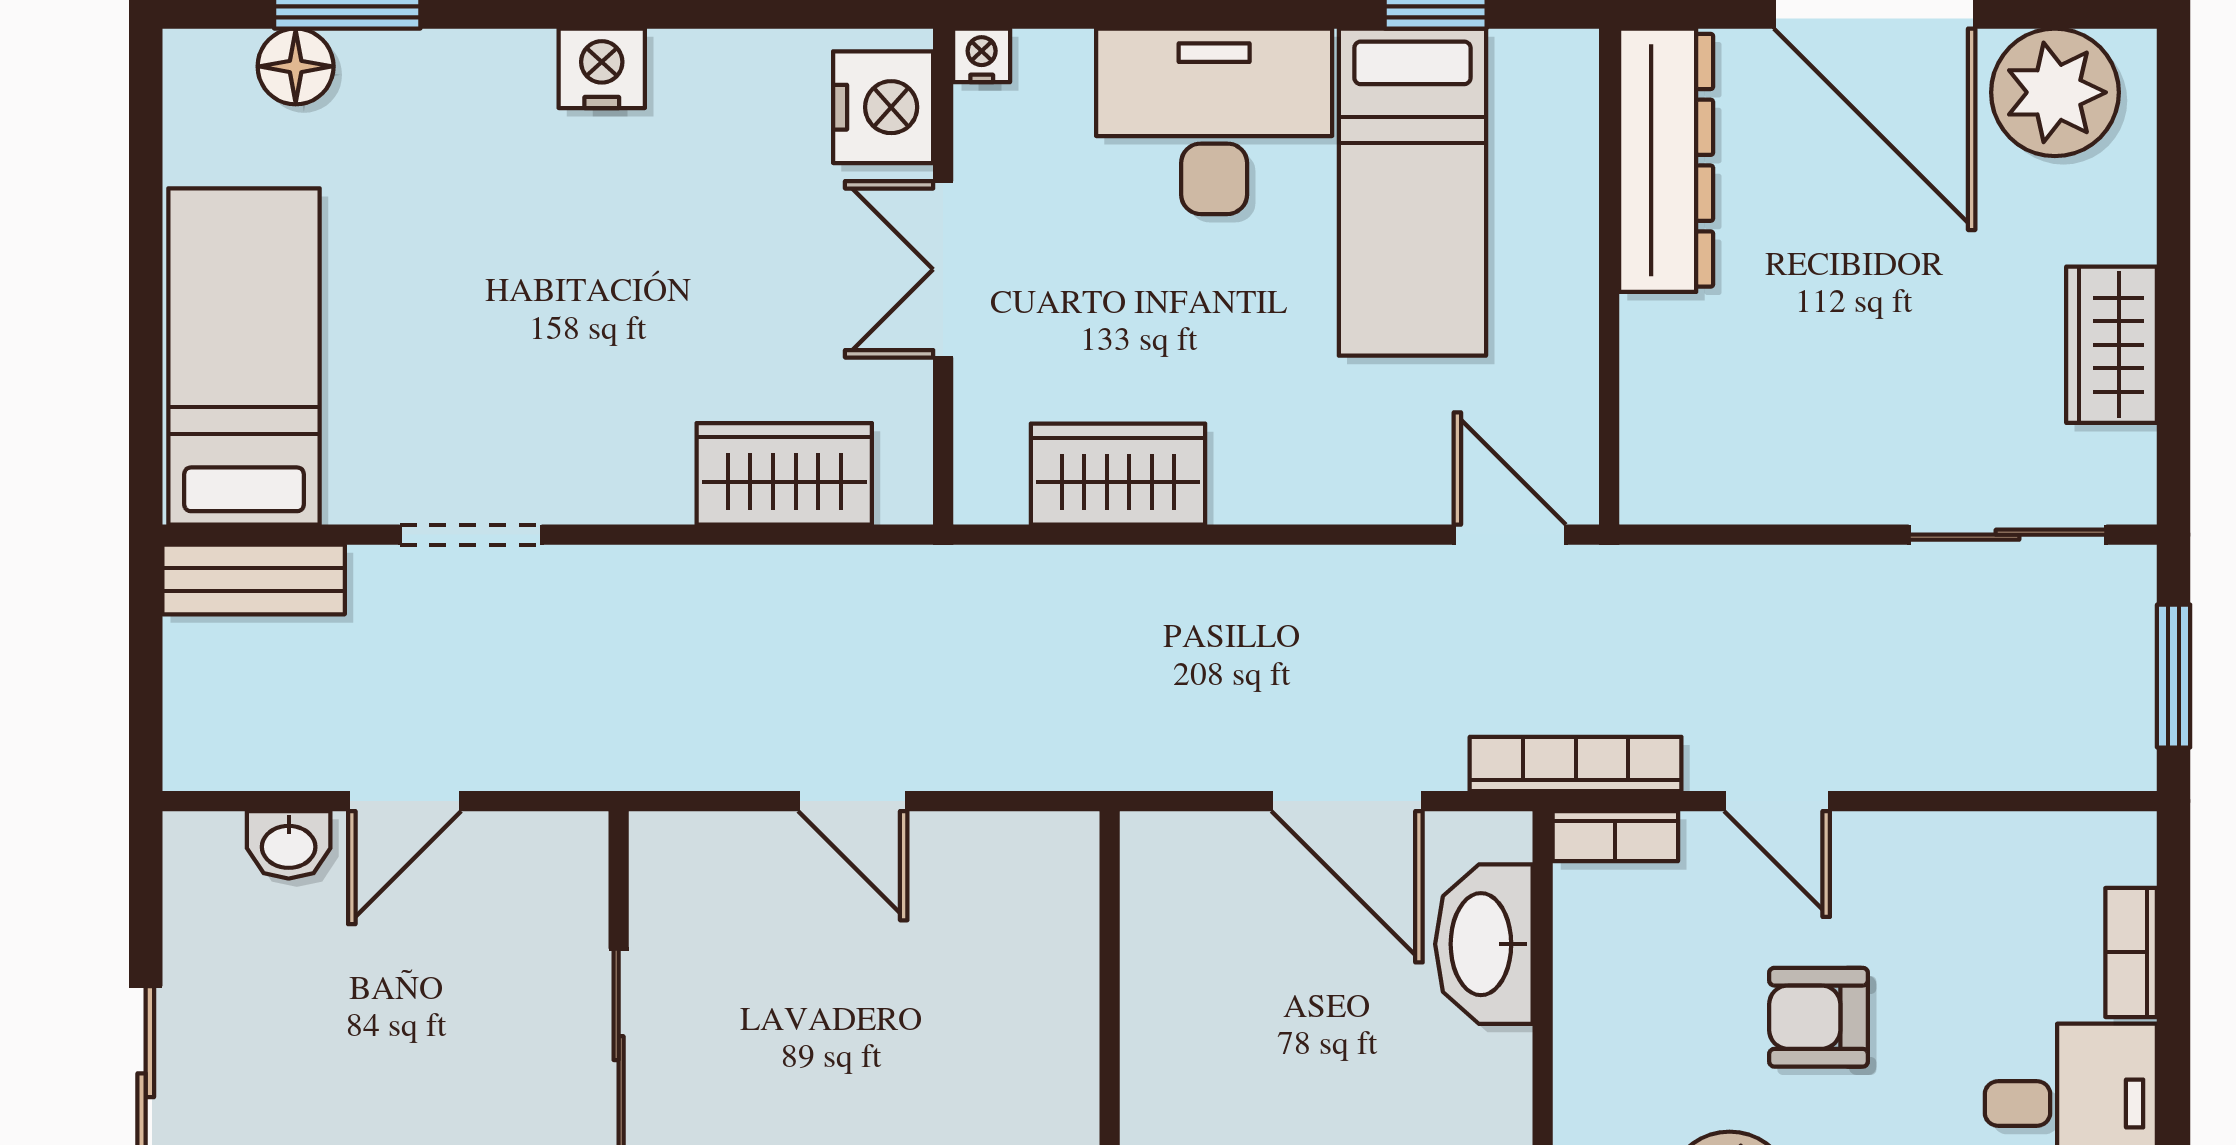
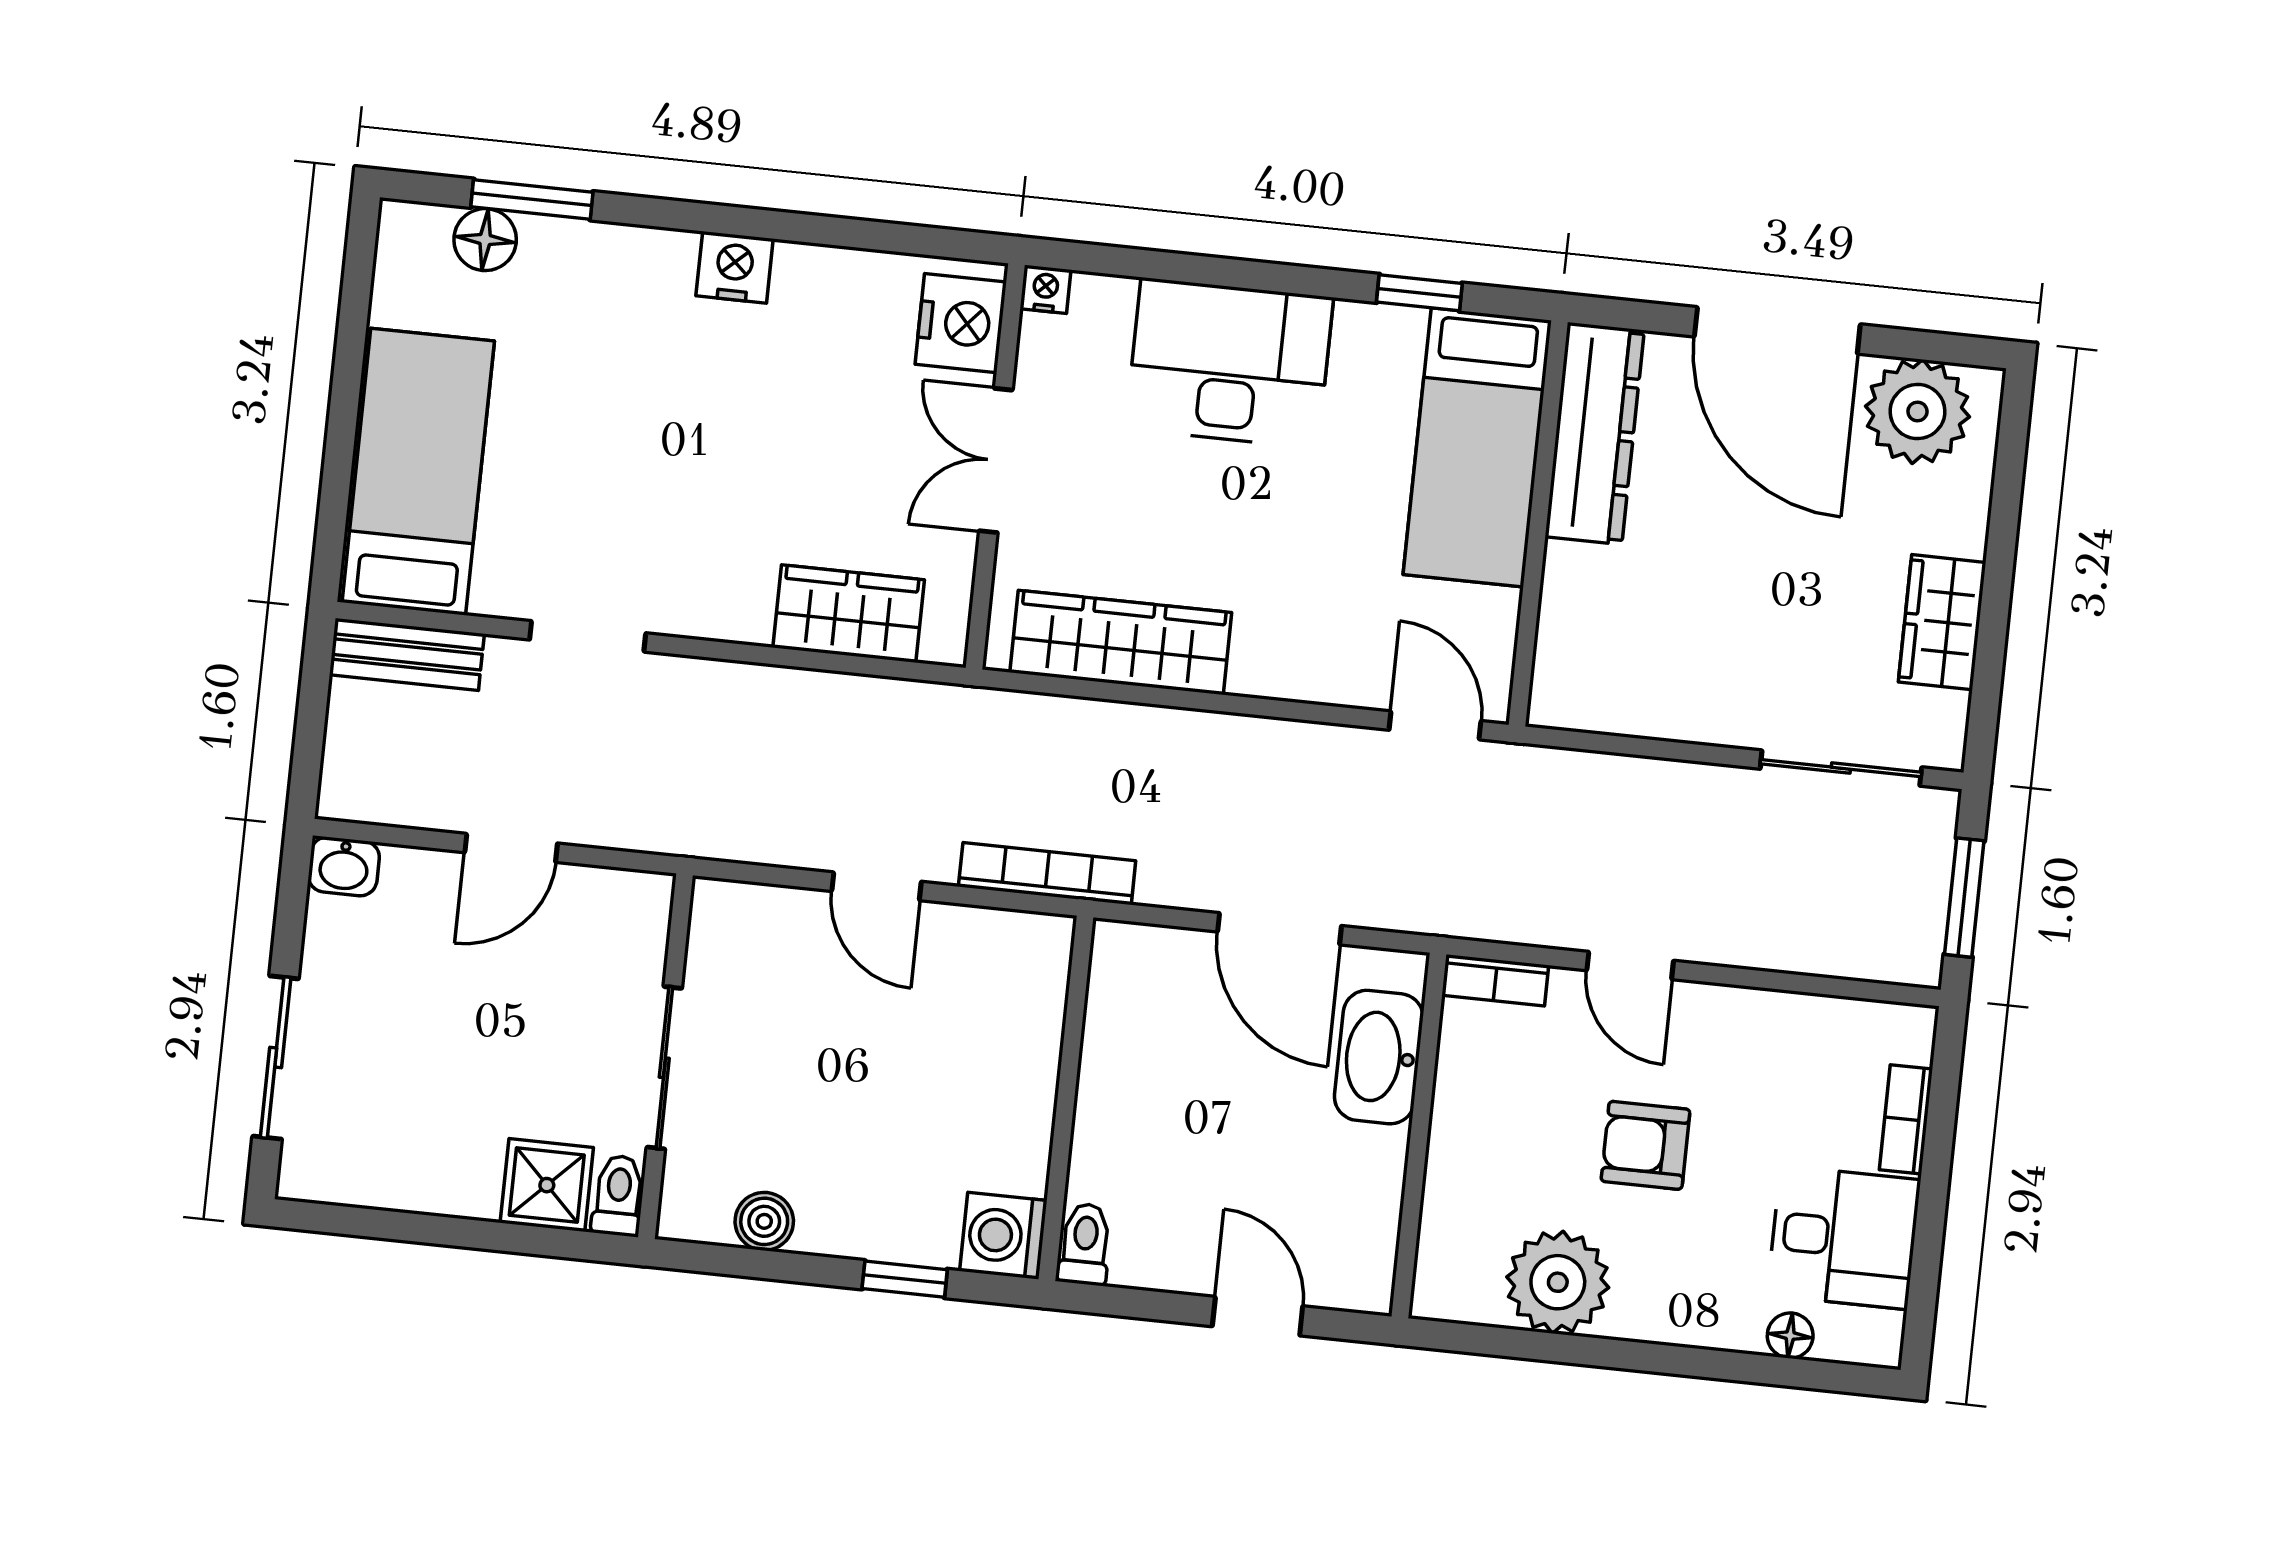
bed: (1412, 192) -> (1477, 447), moved
wardrobe: (1118, 474) -> (1121, 642), width x1.50
bookcase: (1576, 764) -> (1047, 874), moved
washbasin: (289, 845) -> (344, 866), moved

